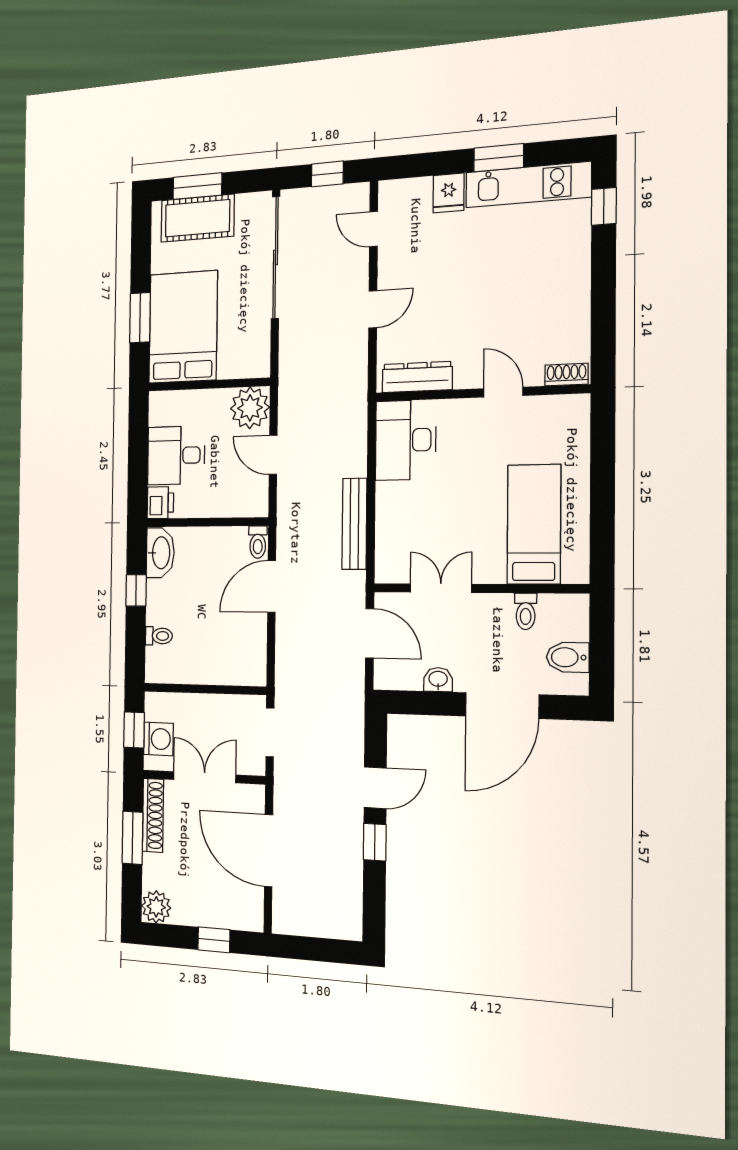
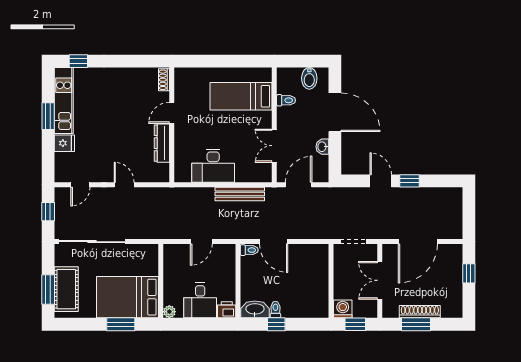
dresser: (417, 377) -> (162, 143), moved
plant: (250, 408) -> (169, 312), moved, width x0.53, depth x0.53
desk: (405, 440) -> (213, 166), moved
toilet: (159, 636) -> (275, 310), moved
washing machine: (158, 739) -> (343, 309), moved
shoe rack: (153, 815) -> (420, 312), moved
plant: (156, 907) -> (453, 309), removed

